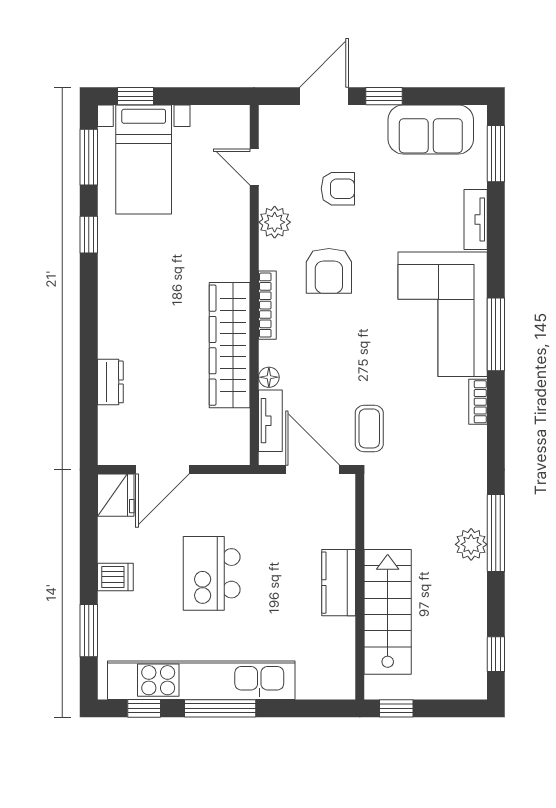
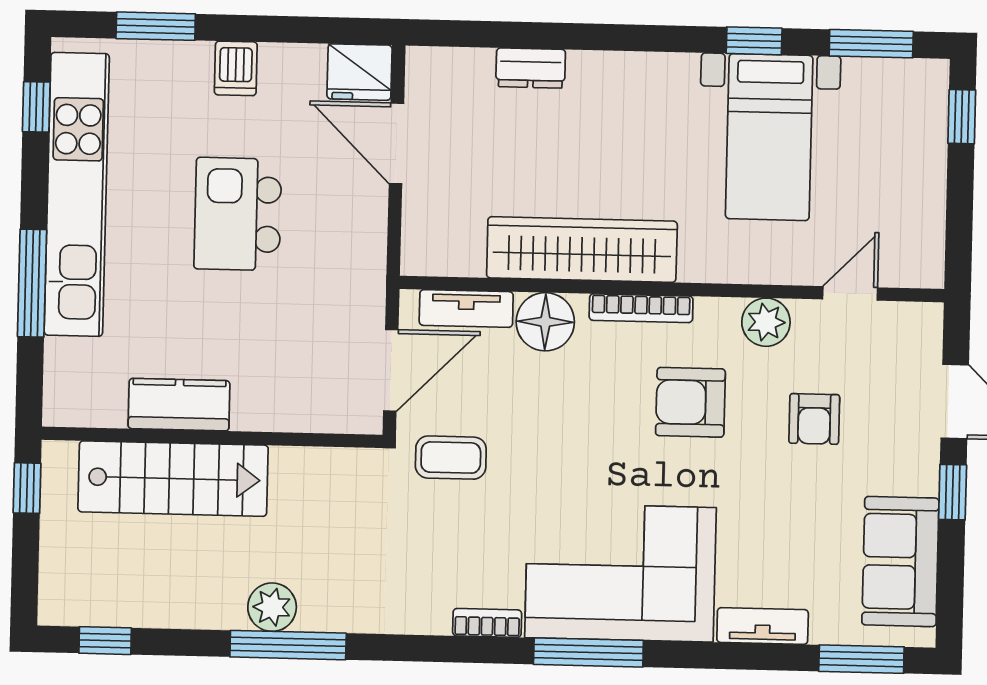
bed with nightstands: (144, 159) -> (769, 137), moved, turned -90
floor lamp: (269, 377) -> (545, 322), width x1.89, depth x1.89
kitchen island: (212, 573) -> (238, 214), turned -90
kitchen counter: (339, 583) -> (179, 405), moved
window: (220, 708) -> (32, 283), moved

